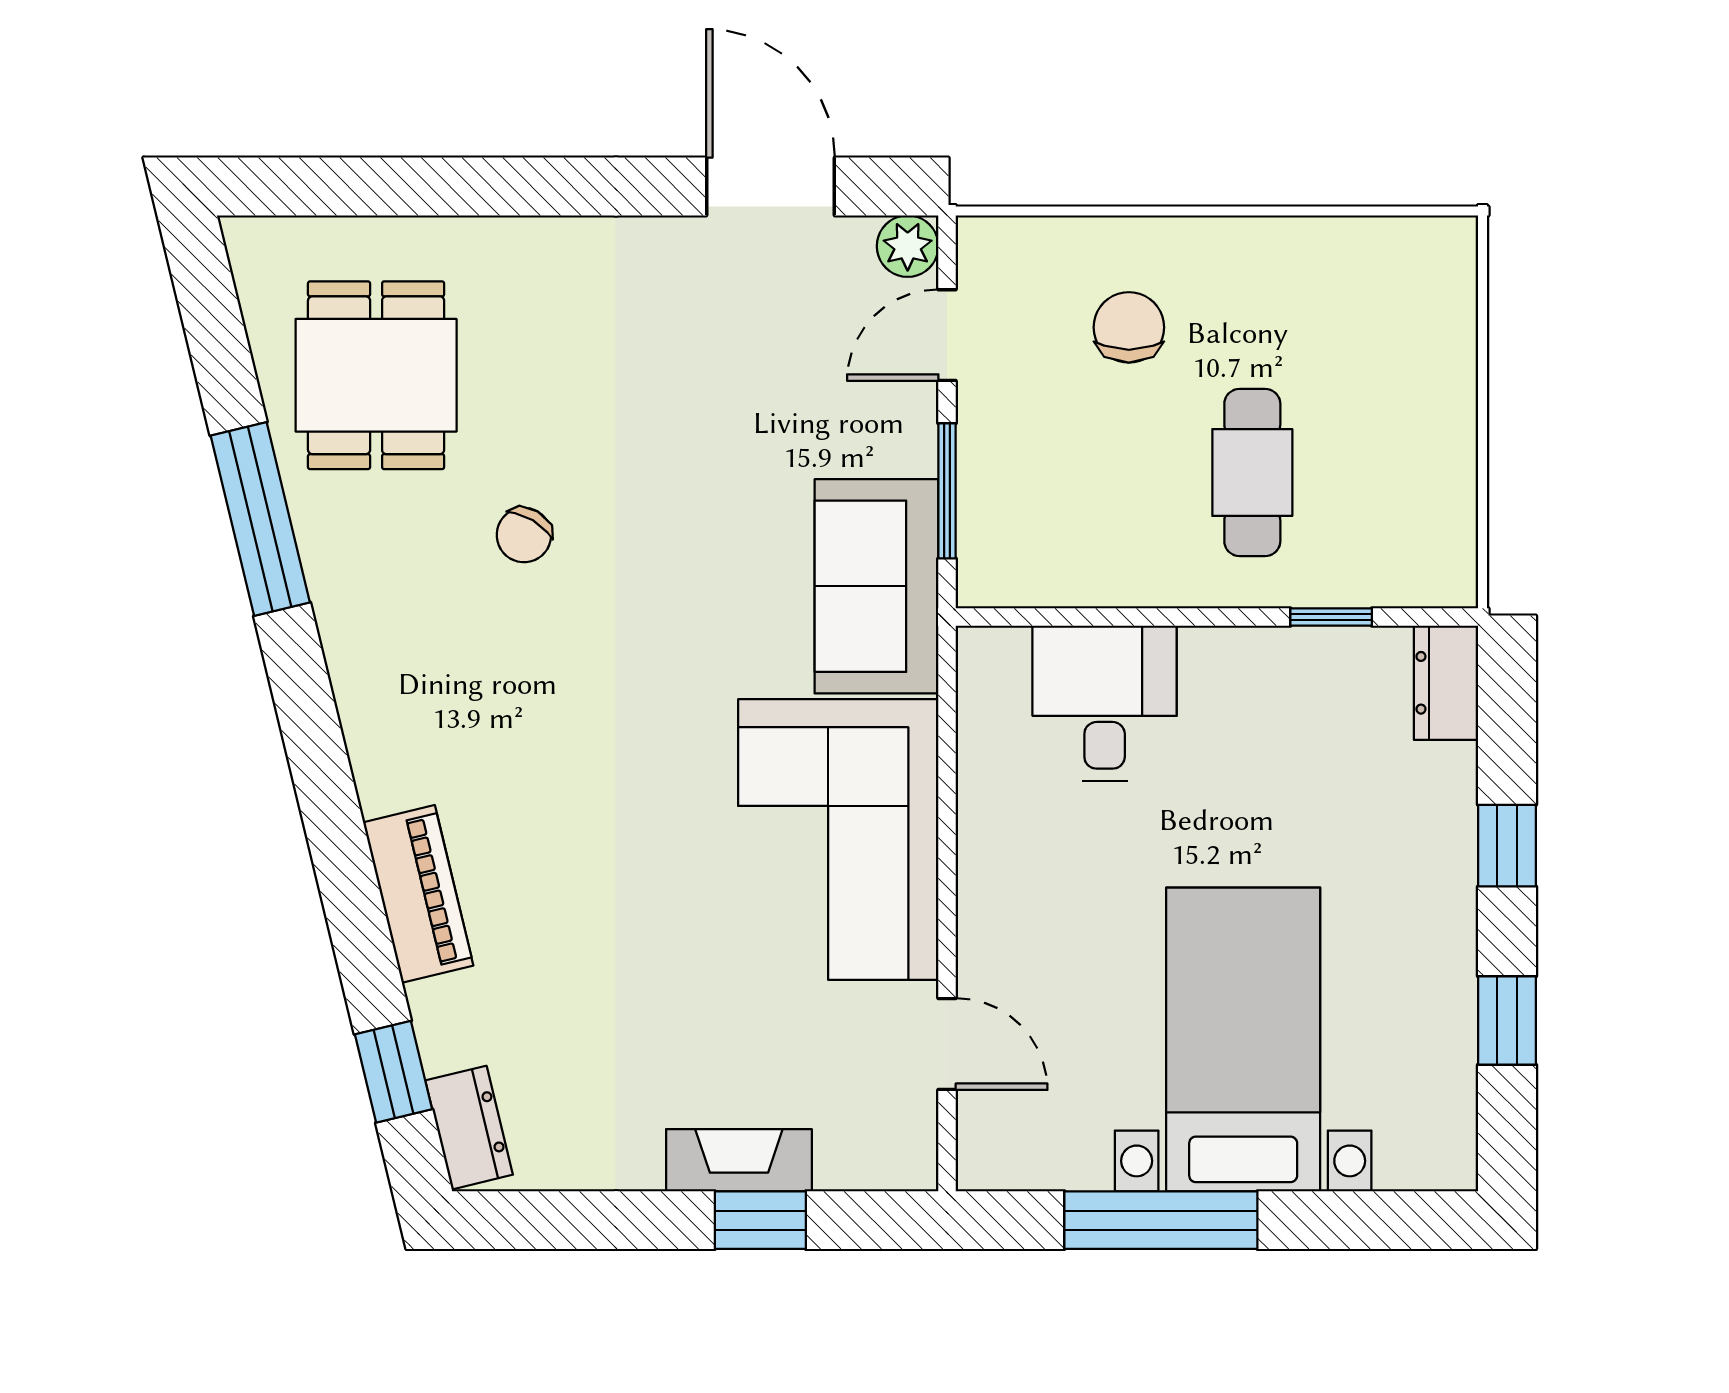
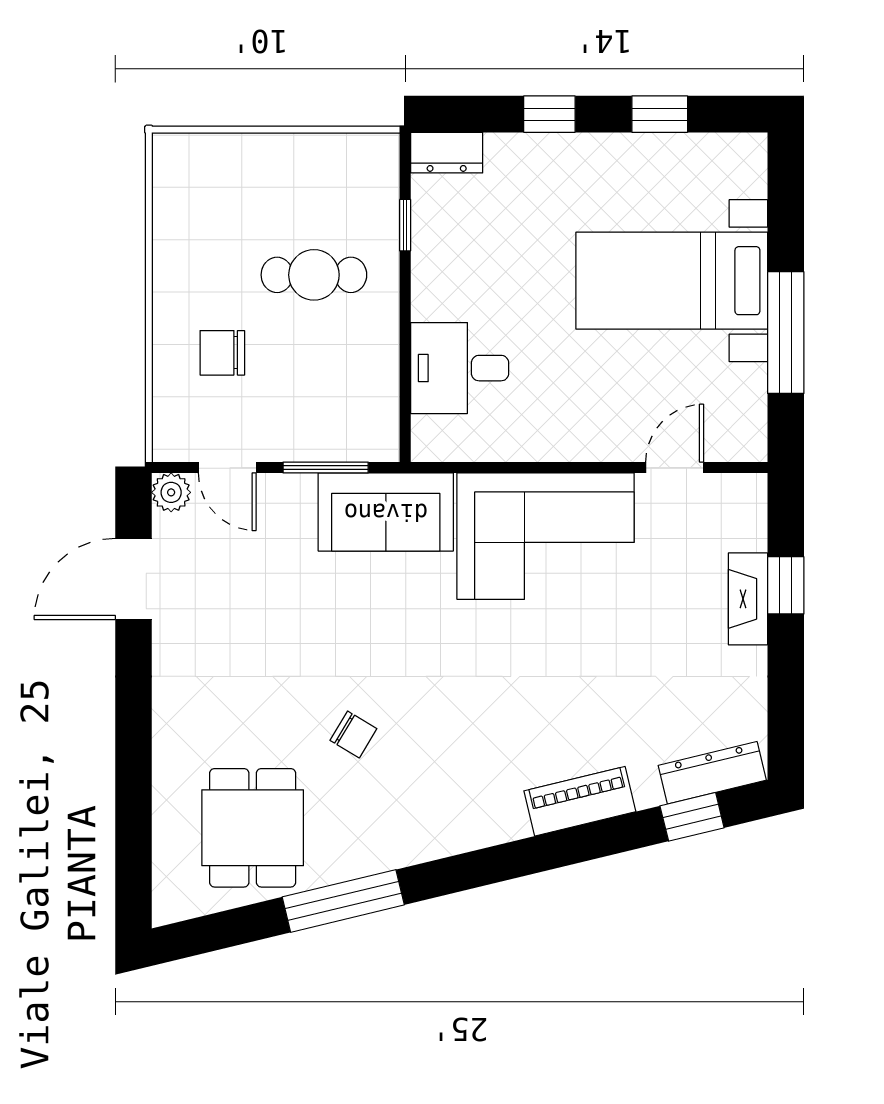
dining table: (376, 375) -> (253, 828), turned 90
dresser: (469, 1128) -> (712, 773), width x1.44

